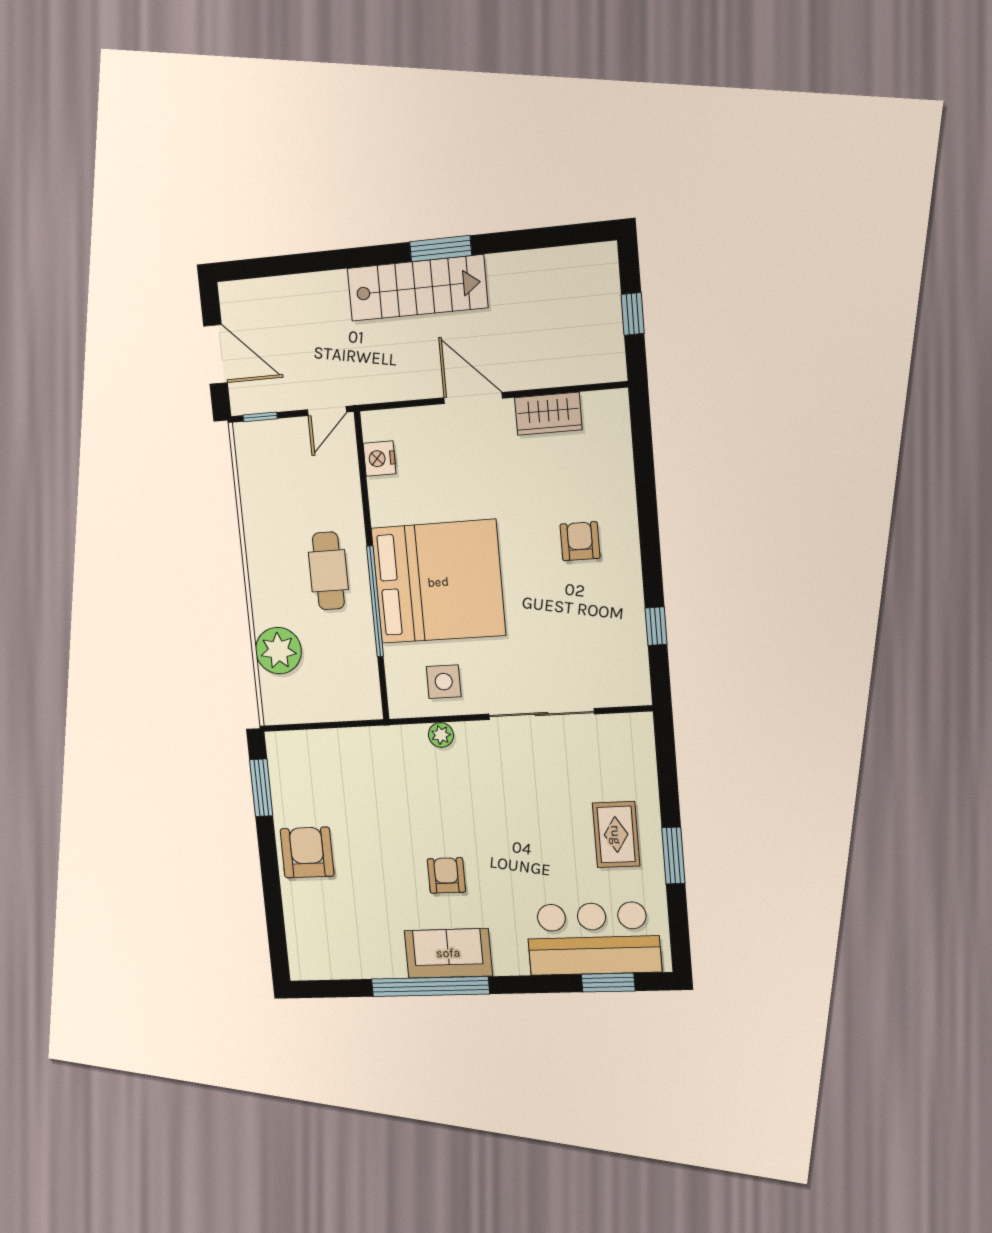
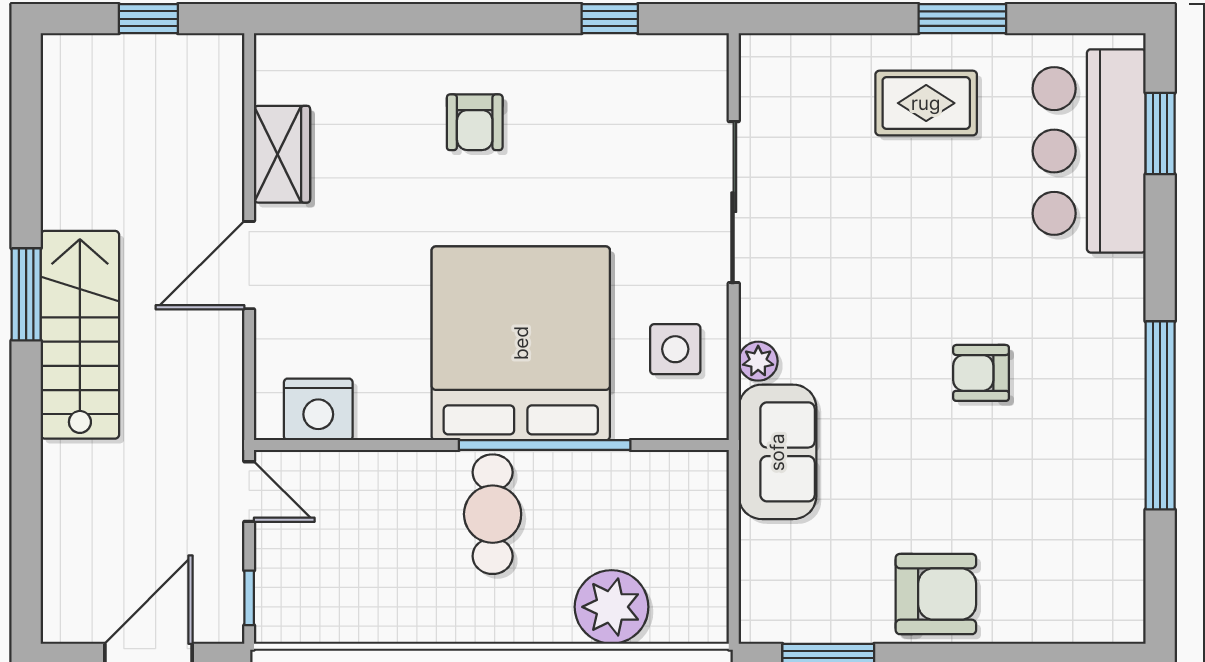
nightstand: (379, 458) -> (318, 409), width x1.36, depth x1.33
armchair: (580, 541) -> (475, 122), turned -90
cafe table: (328, 571) -> (493, 514), turned 90
armchair: (307, 852) -> (936, 594), turned 180
sofa: (448, 953) -> (777, 452), moved, turned 180

